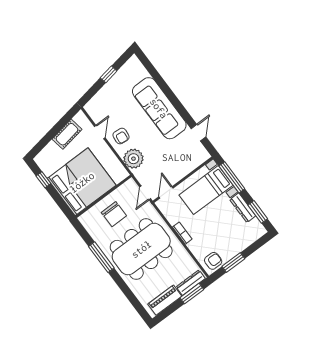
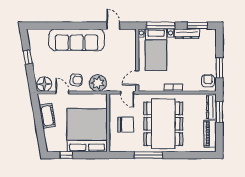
floor lamp: (95, 109) -> (44, 84), added
door: (166, 192) -> (137, 78), hinge flipped

